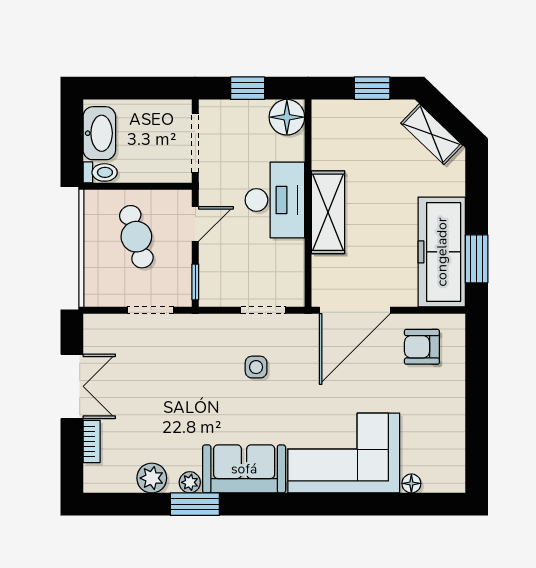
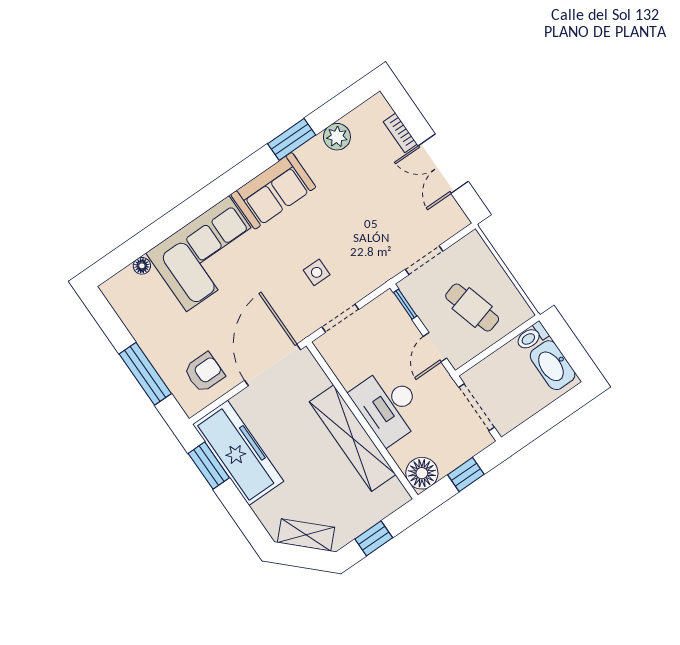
shelving: (328, 212) -> (353, 438), width x1.47
window: (477, 383) -> (145, 374), added
plant: (190, 482) -> (307, 153), removed

